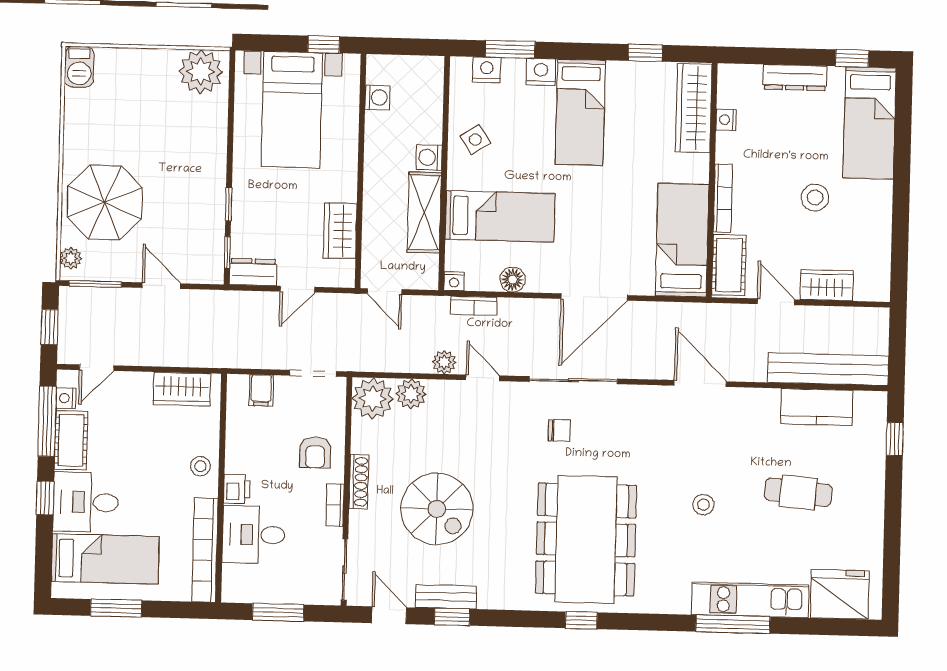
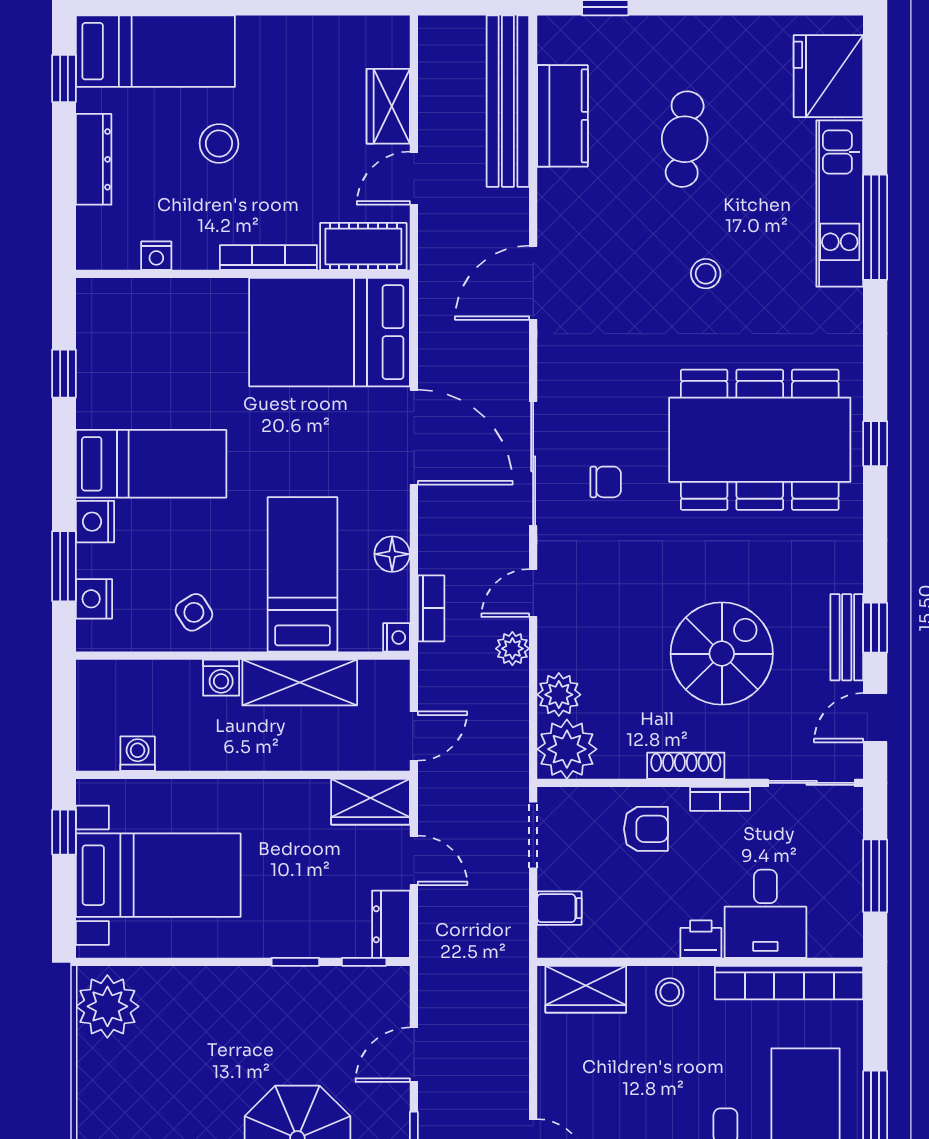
wardrobe: (694, 108) -> (141, 302), removed
stool: (815, 198) -> (219, 144), moved
wardrobe: (340, 231) -> (371, 802), moved
bed: (682, 240) -> (330, 332), width x1.50
wardrobe: (182, 389) -> (586, 989), moved, turned 90
chair: (559, 431) -> (606, 482), turned 90

